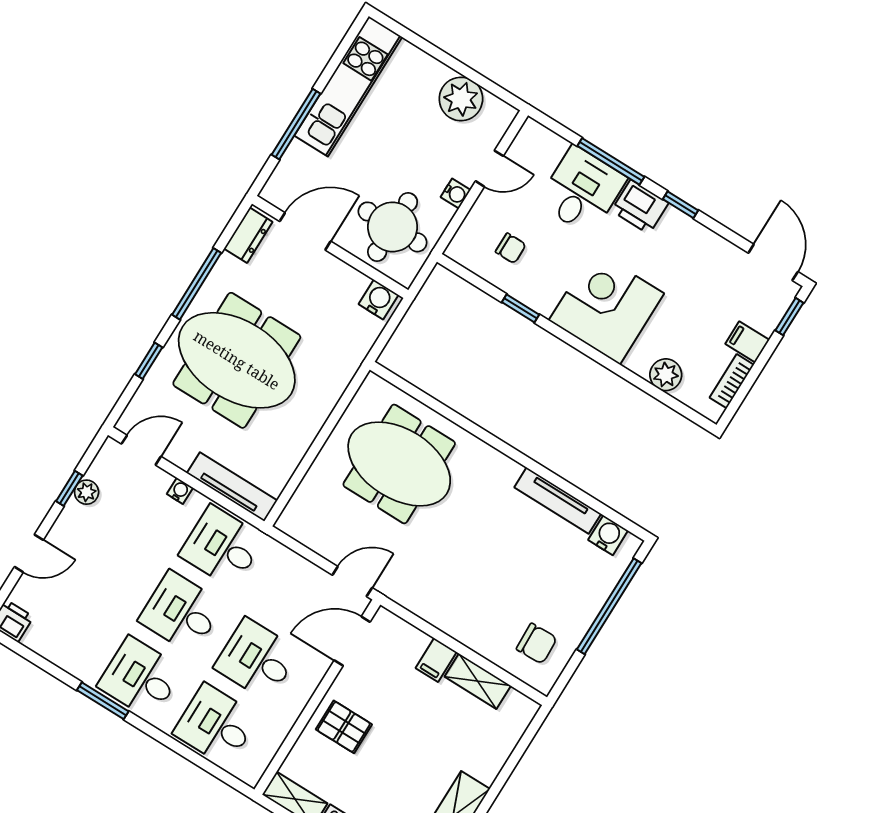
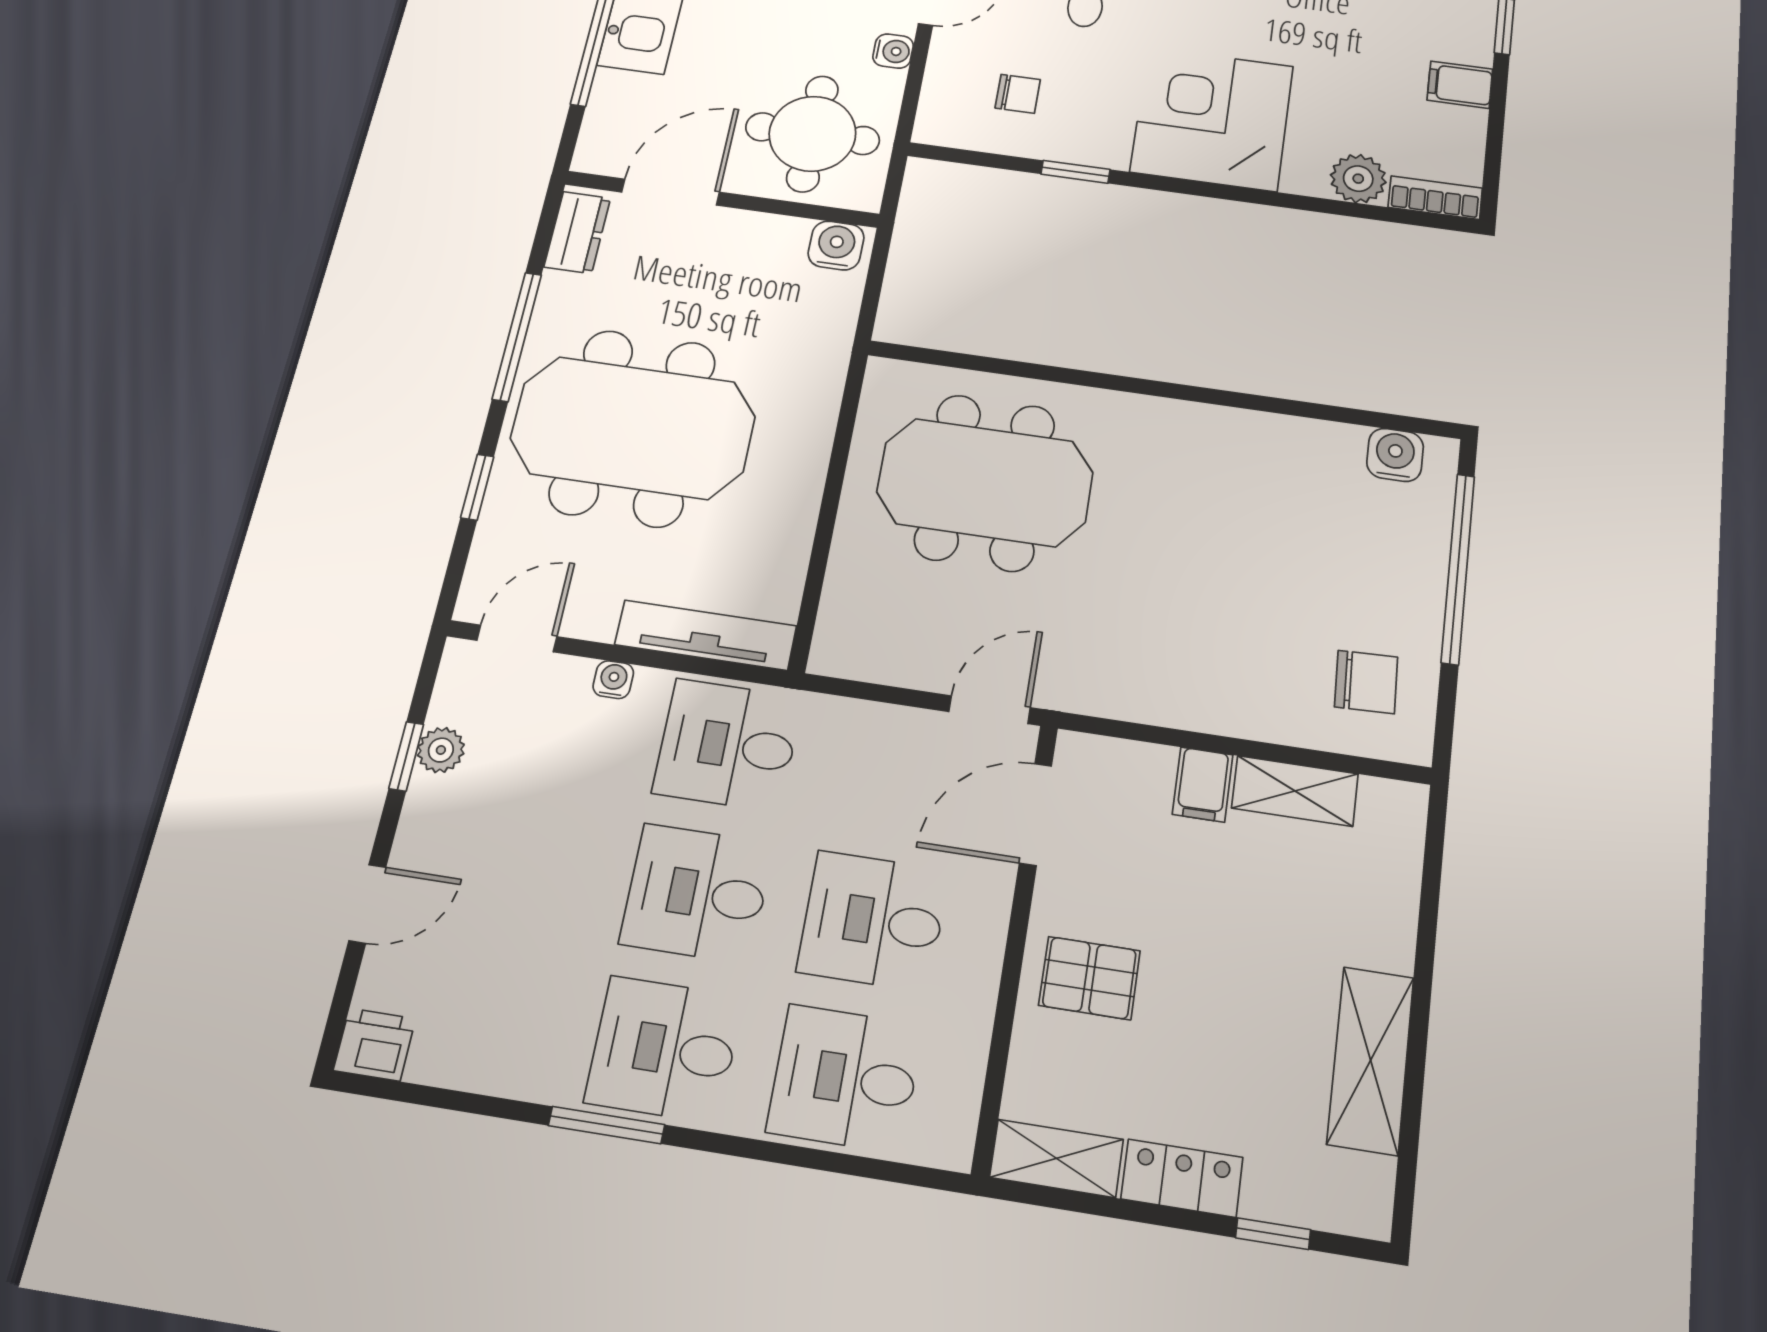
bookcase: (732, 381) -> (1435, 198), moved, turned 90
tv unit: (558, 501) -> (1282, 434), removed

